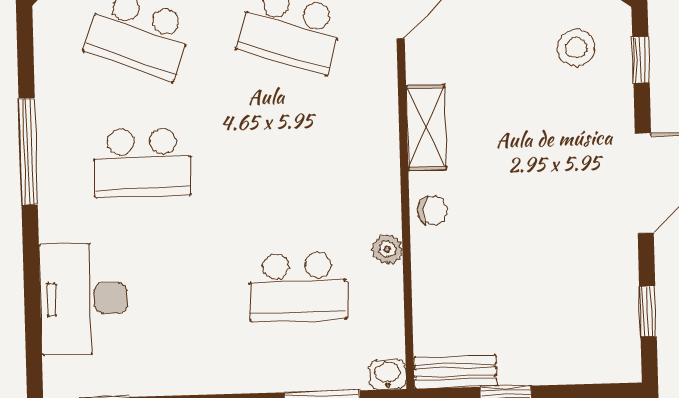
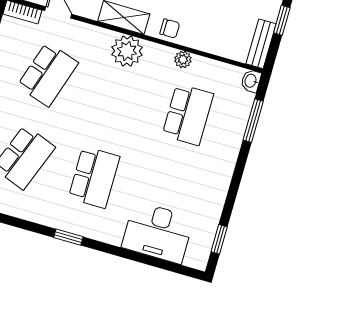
plant: (372, 151) -> (127, 51), added
window: (28, 152) -> (68, 237), width x0.46
chair: (432, 211) -> (170, 28), turned 84

